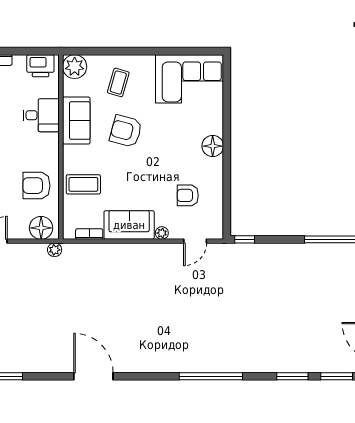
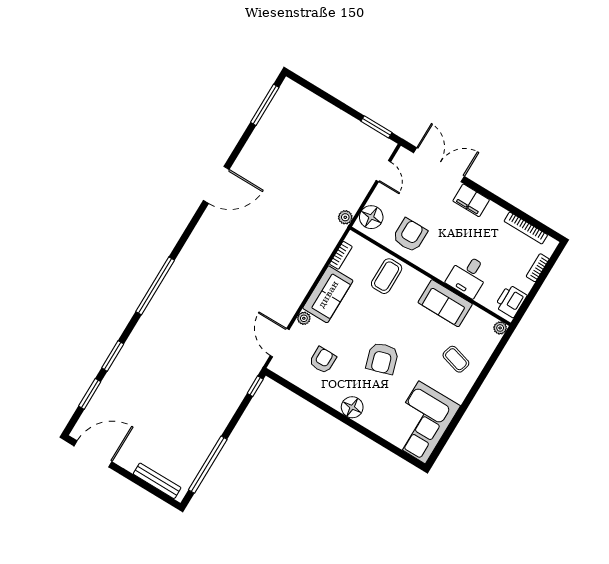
plant: (75, 67) -> (500, 328), width x0.53, depth x0.53
armchair: (126, 131) -> (382, 358), moved, turned 148
door: (195, 241) -> (280, 343), width x1.38

